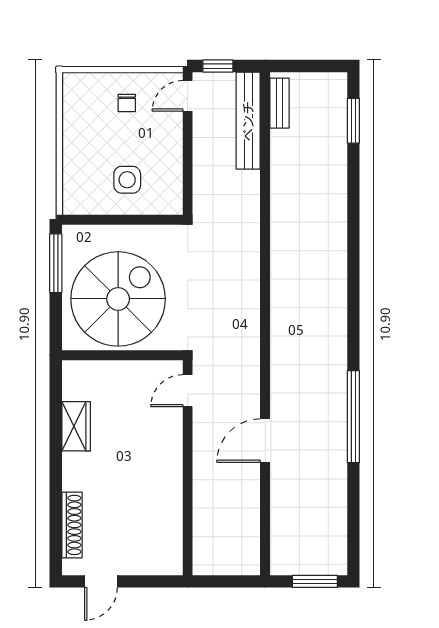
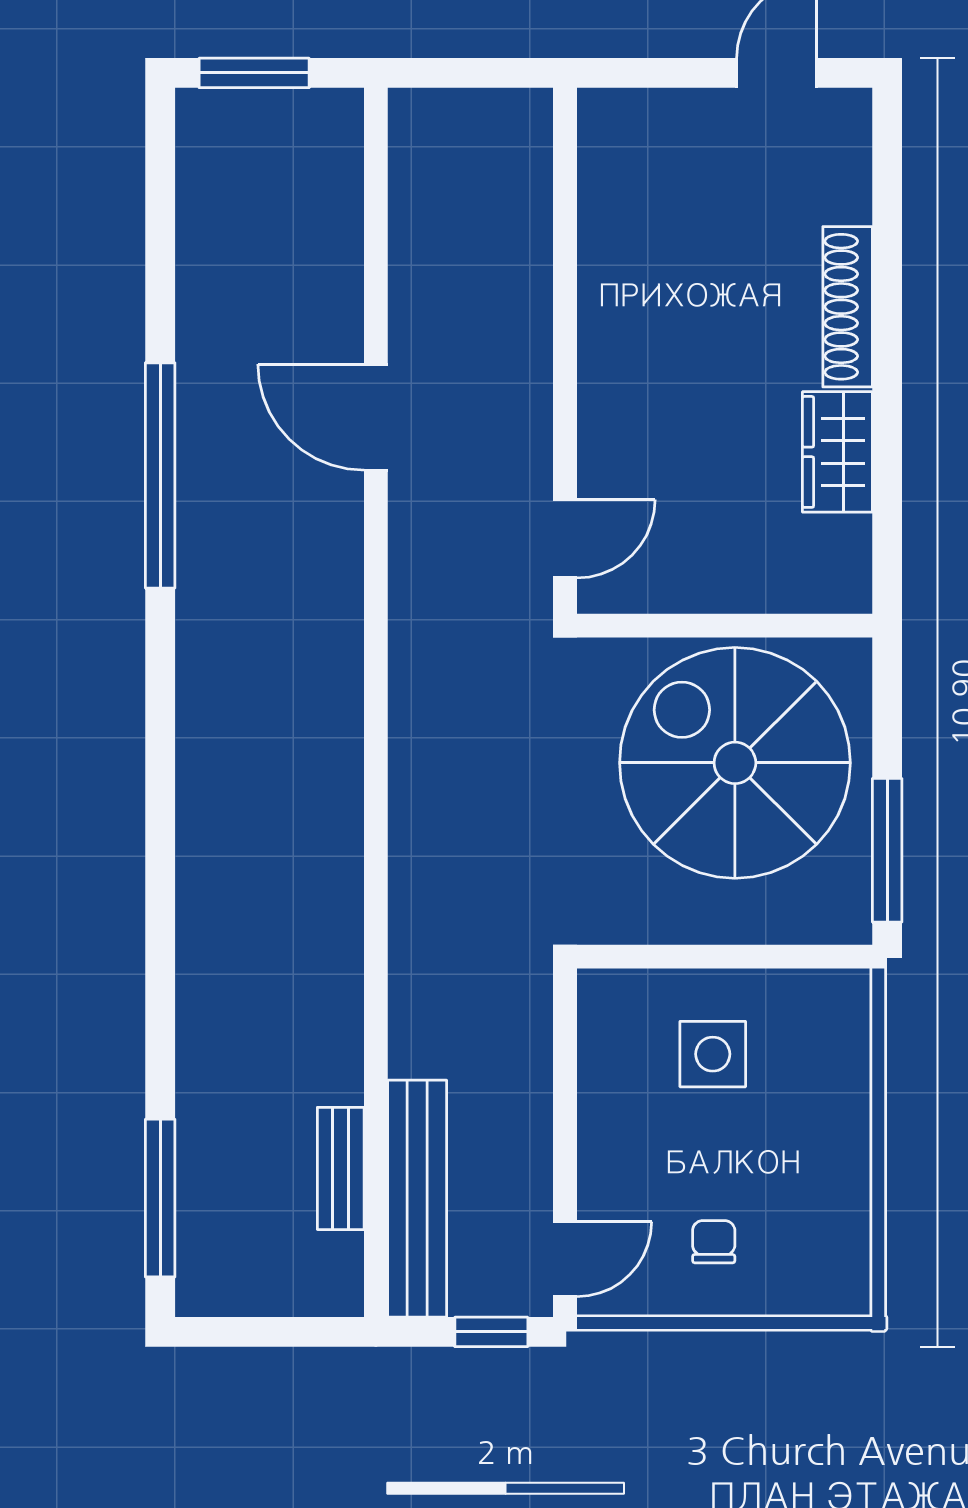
bench: (279, 103) -> (341, 1168), moved
window: (353, 121) -> (160, 1198), width x1.44
spiral stairs: (118, 299) -> (735, 763), turned 90
door: (265, 441) -> (376, 417), swing flipped
shoe rack: (72, 525) -> (848, 307), moved

